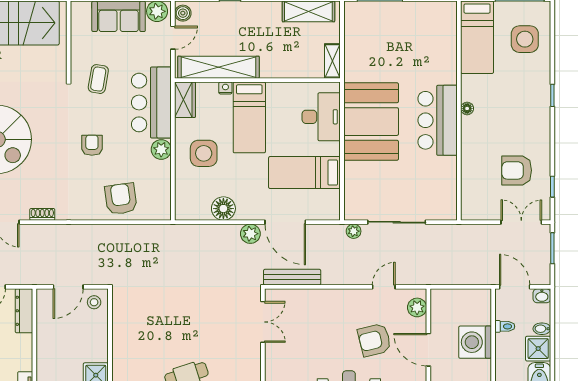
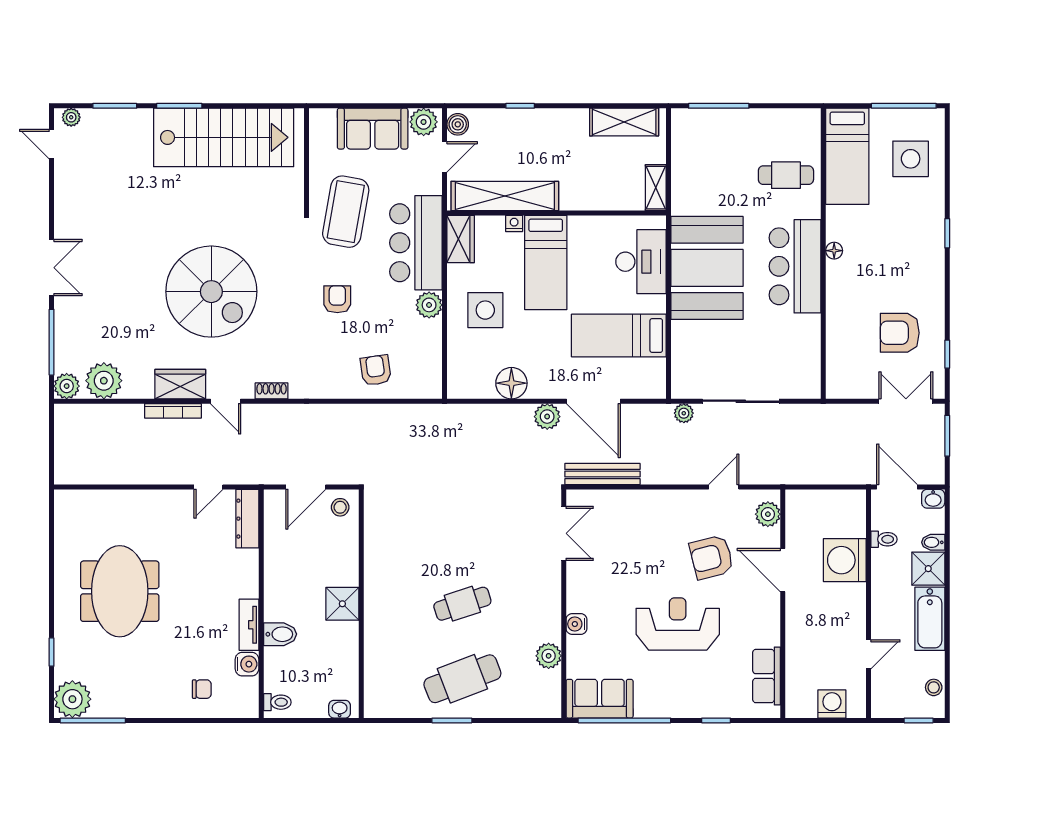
cafe table: (431, 51) -> (786, 175), added
coffee table: (98, 79) -> (346, 212), width x1.86, depth x1.72
armchair: (121, 199) -> (376, 370), width x0.72, depth x0.72

